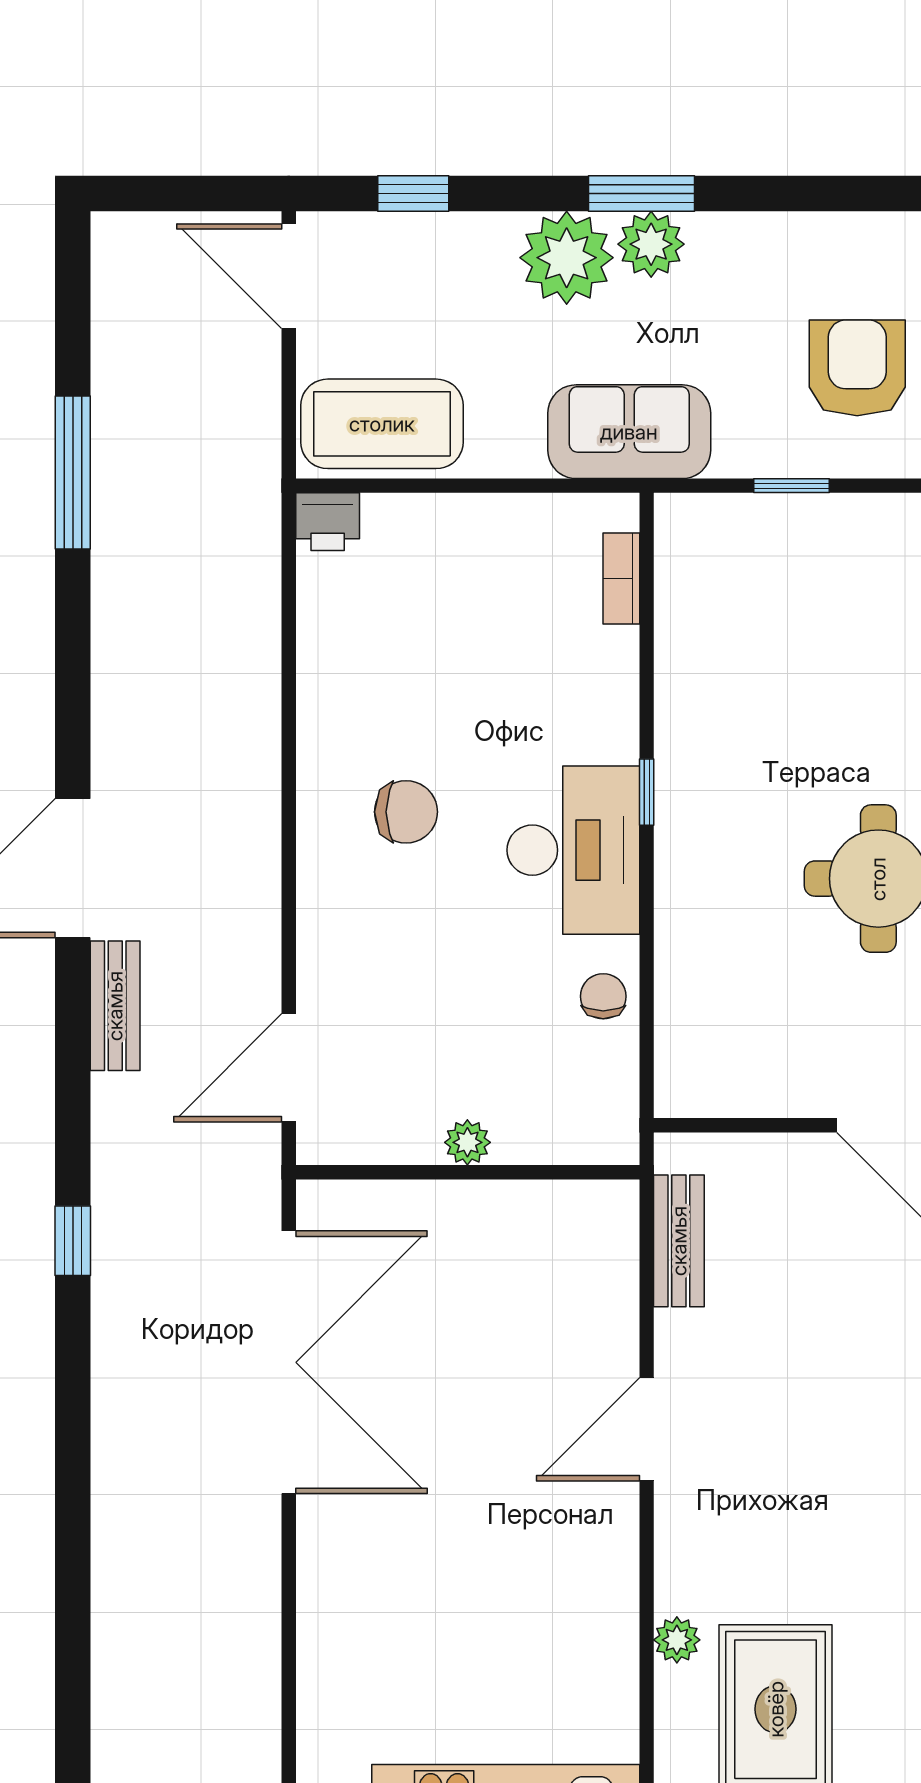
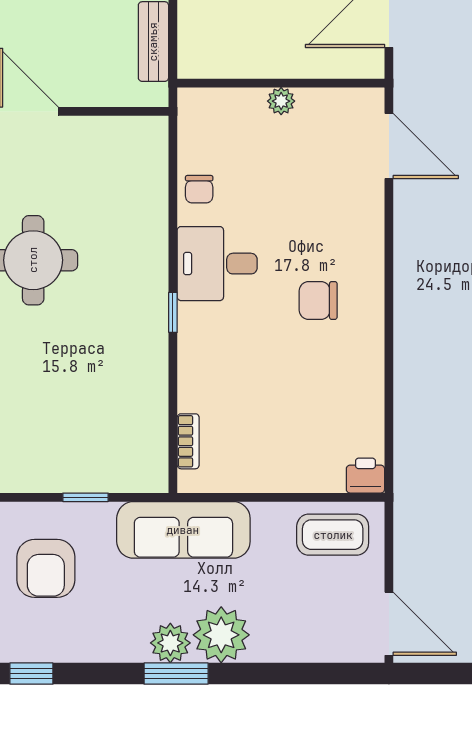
window: (413, 193) -> (31, 674), moved
coffee table: (382, 424) -> (333, 535), width x0.73, depth x0.76
sofa: (629, 432) -> (183, 530), width x1.36
desk: (573, 850) -> (217, 264), width x0.73
door: (289, 1068) -> (389, 146), hinge flipped

